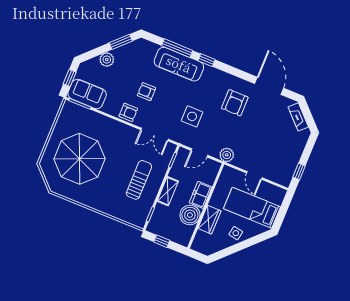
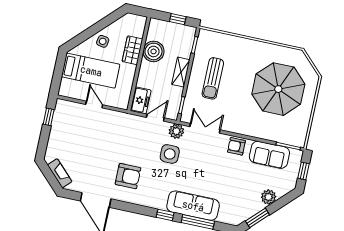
armchair: (146, 92) -> (221, 171), removed
sofa: (87, 94) -> (269, 155), moved
armchair: (235, 103) -> (128, 176), turned 90
plant: (227, 155) -> (176, 131), moved
freezer: (201, 195) -> (141, 100), moved

